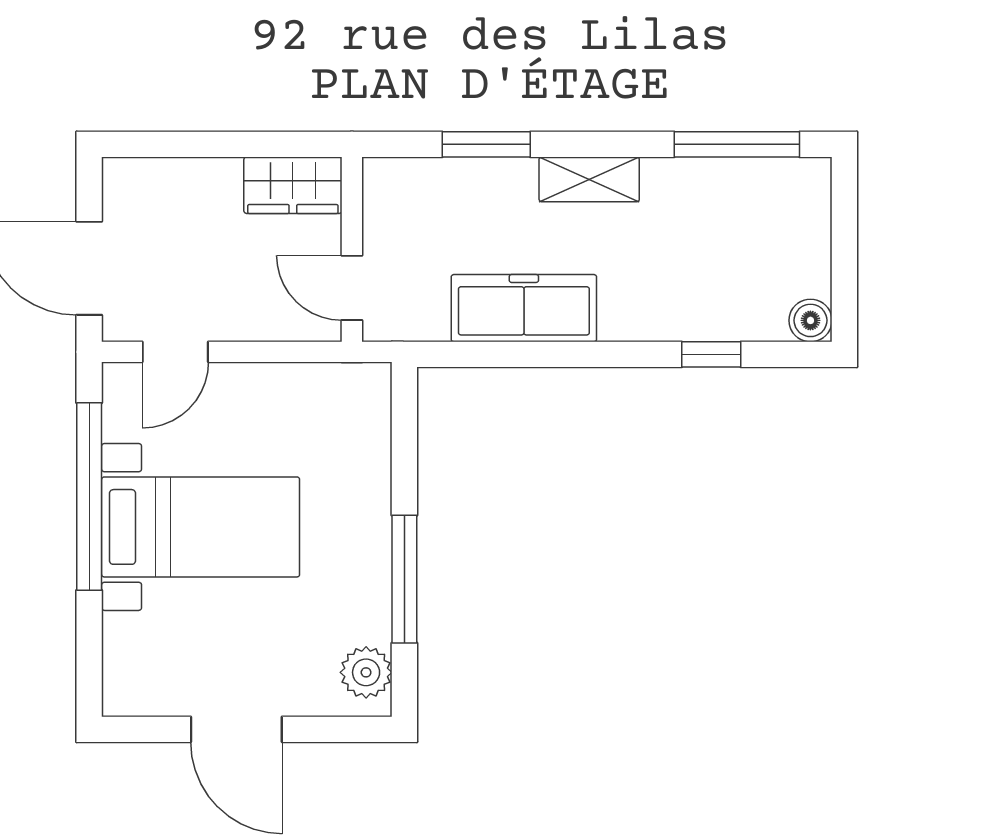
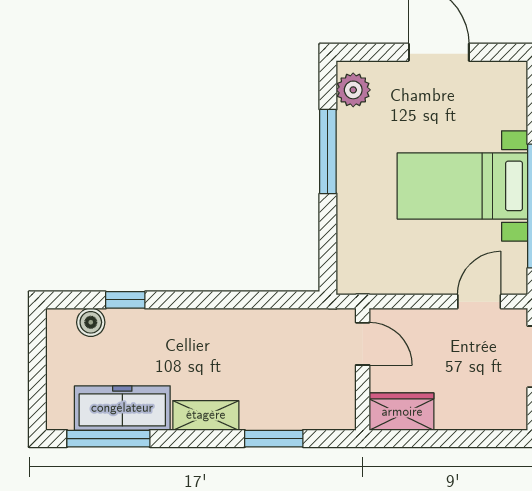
freezer: (524, 308) -> (122, 408), moved, turned 180
boiler: (810, 320) -> (91, 322), moved

